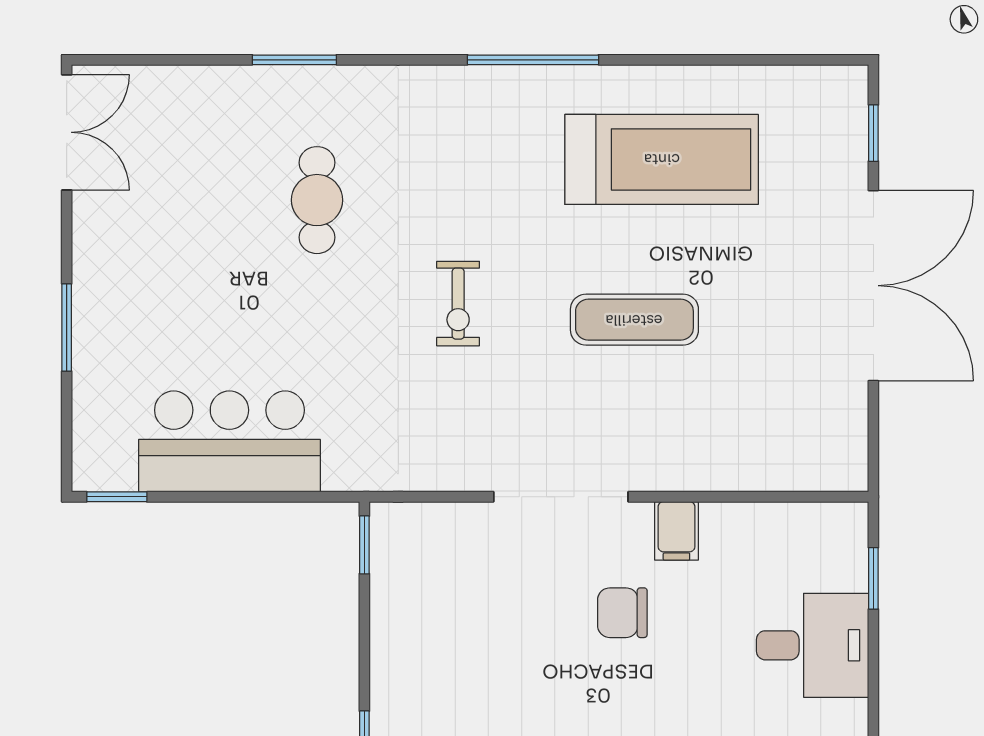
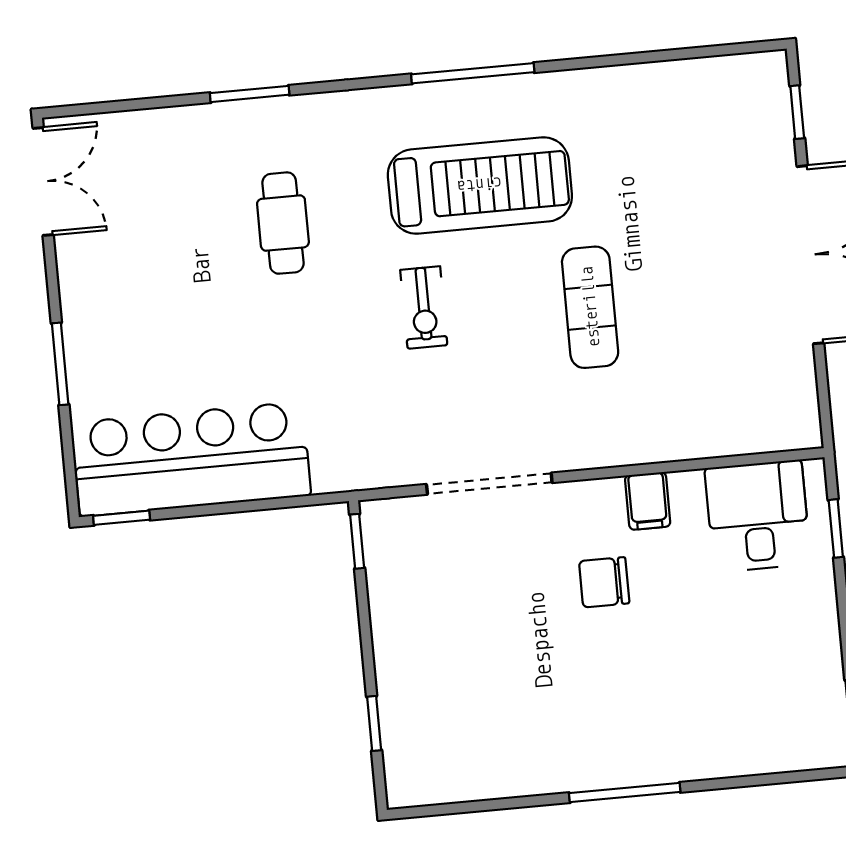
treadmill: (662, 159) -> (480, 185), moved
exercise mat: (634, 320) -> (590, 307), turned 90
bar counter: (229, 441) -> (191, 459), width x1.36
doorway: (561, 497) -> (489, 484), moved
desk: (813, 645) -> (758, 516), moved, turned -90

